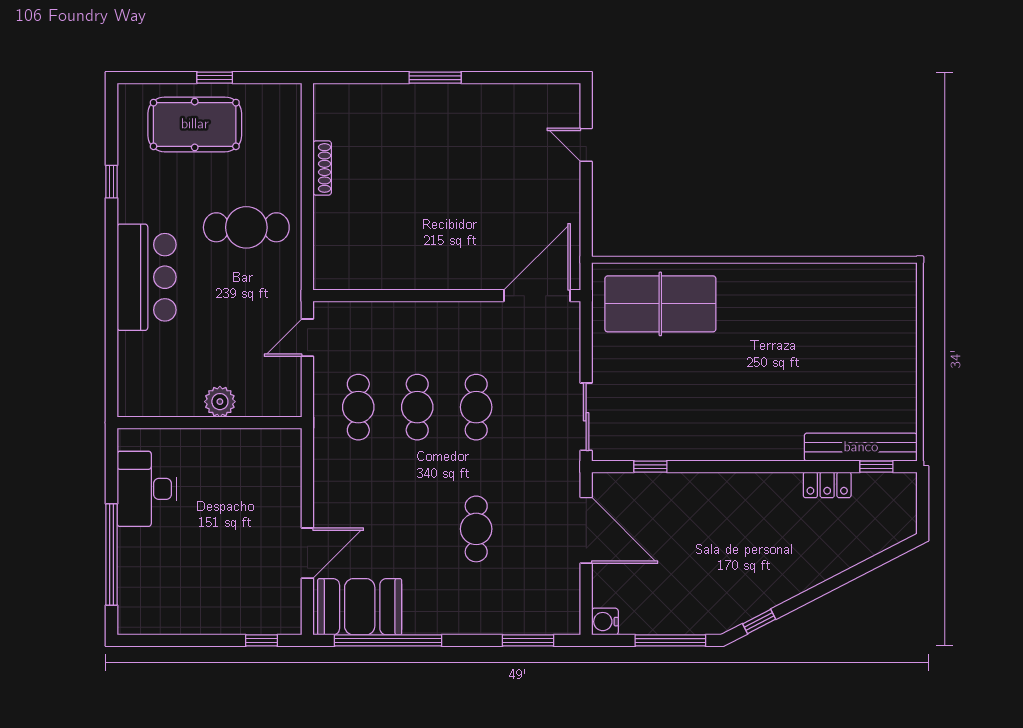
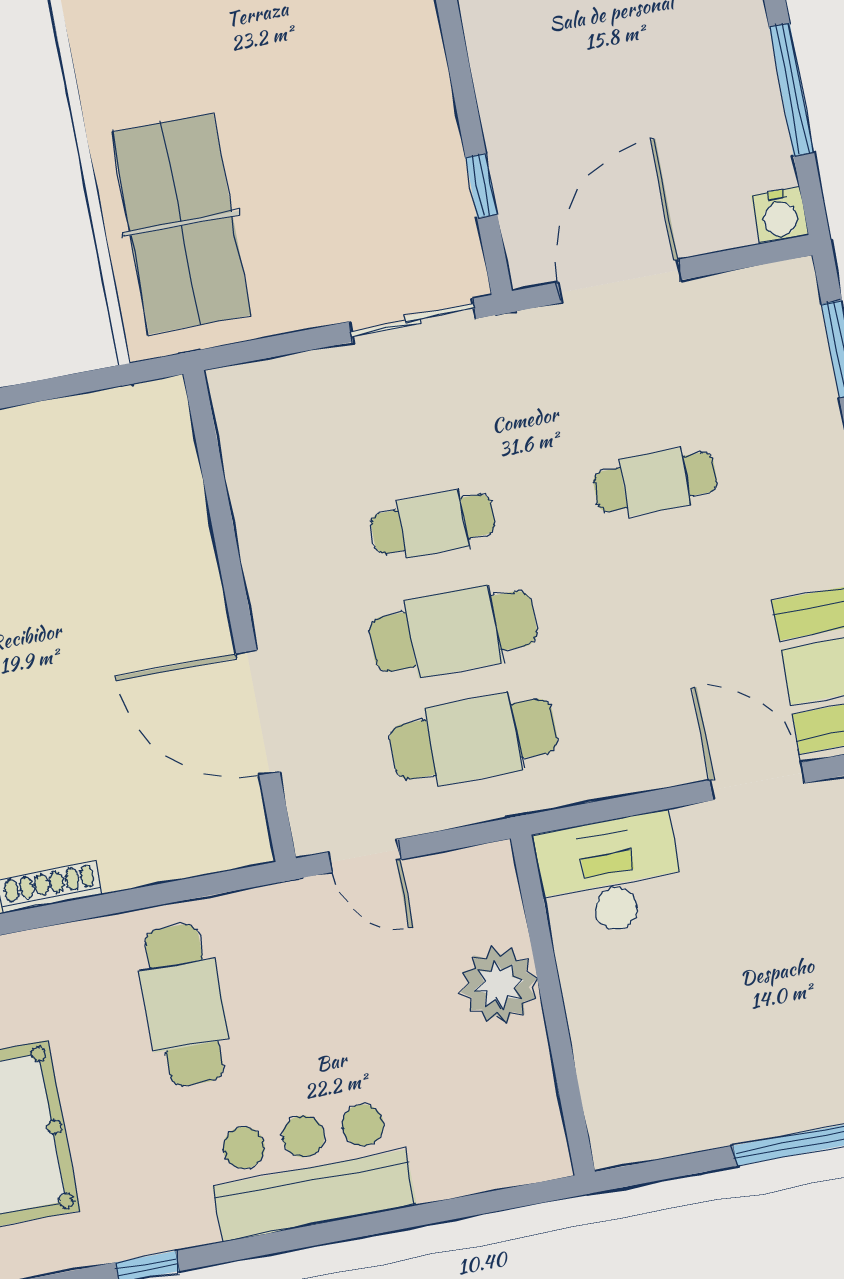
door: (537, 296) -> (258, 712), moved
plant: (220, 402) -> (499, 985), width x1.36, depth x1.36
cafe table: (358, 407) -> (474, 739), width x1.37, depth x1.35
cafe table: (417, 407) -> (453, 631), width x1.37, depth x1.35
desk: (147, 489) -> (610, 876), moved, turned 180

